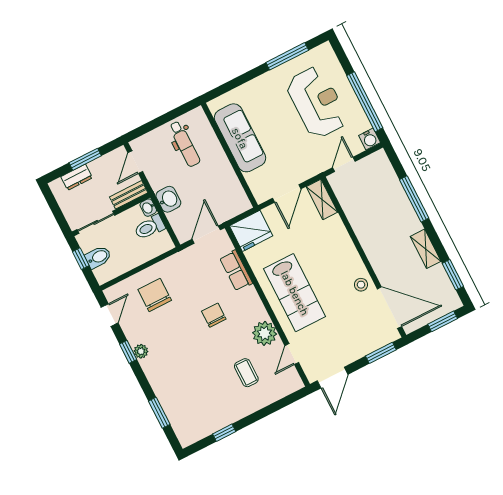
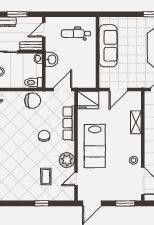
dental chair: (185, 144) -> (76, 34), turned 90
shelving: (322, 199) -> (136, 122), moved
toilet: (150, 227) -> (33, 83), moved
row of seats: (236, 271) -> (69, 123), width x1.48
chair: (155, 295) -> (33, 101), moved, turned 90
window: (224, 433) -> (42, 203), moved

